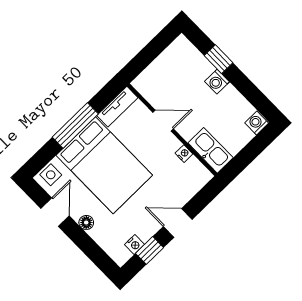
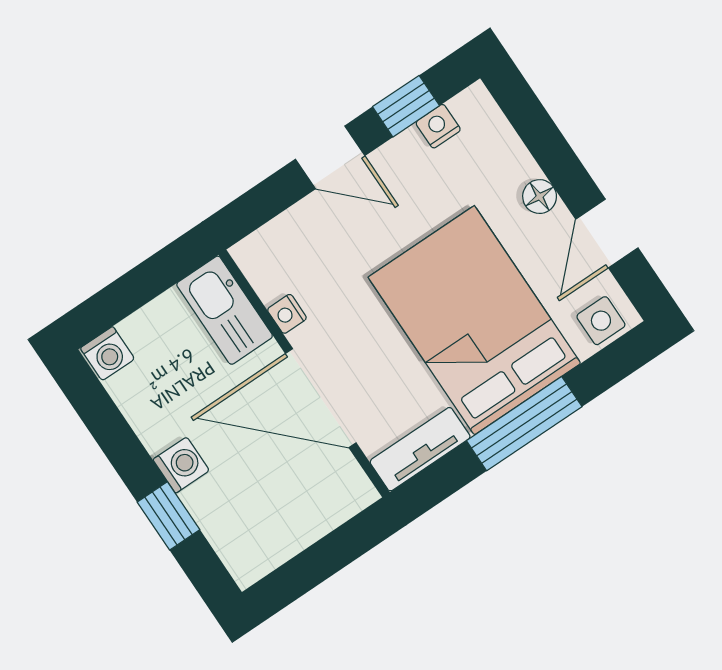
door: (163, 121) -> (321, 398), width x1.88

